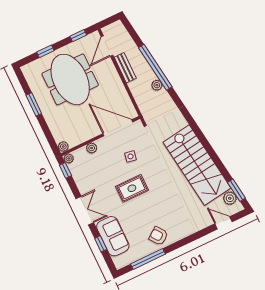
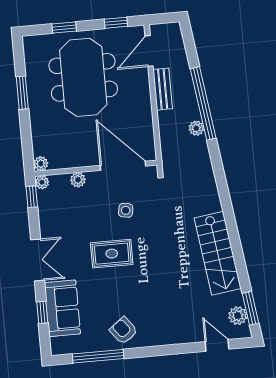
stairs: (197, 165) -> (218, 253), width x0.73, depth x0.66

